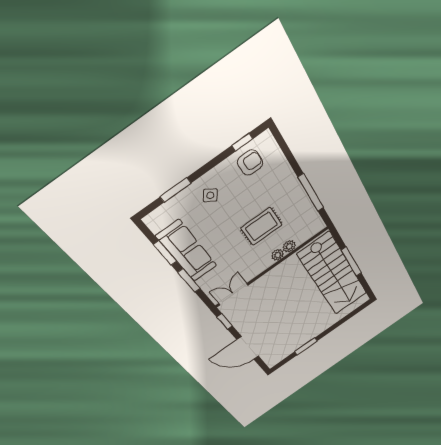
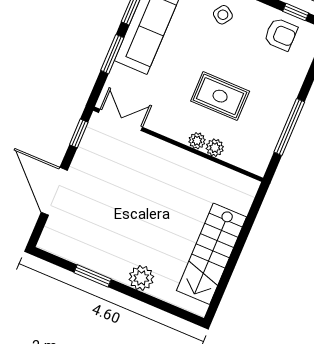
window: (351, 262) -> (239, 247), removed
stairs: (333, 274) -> (211, 254), width x0.73, depth x0.66
plant: (326, 322) -> (141, 278), added

